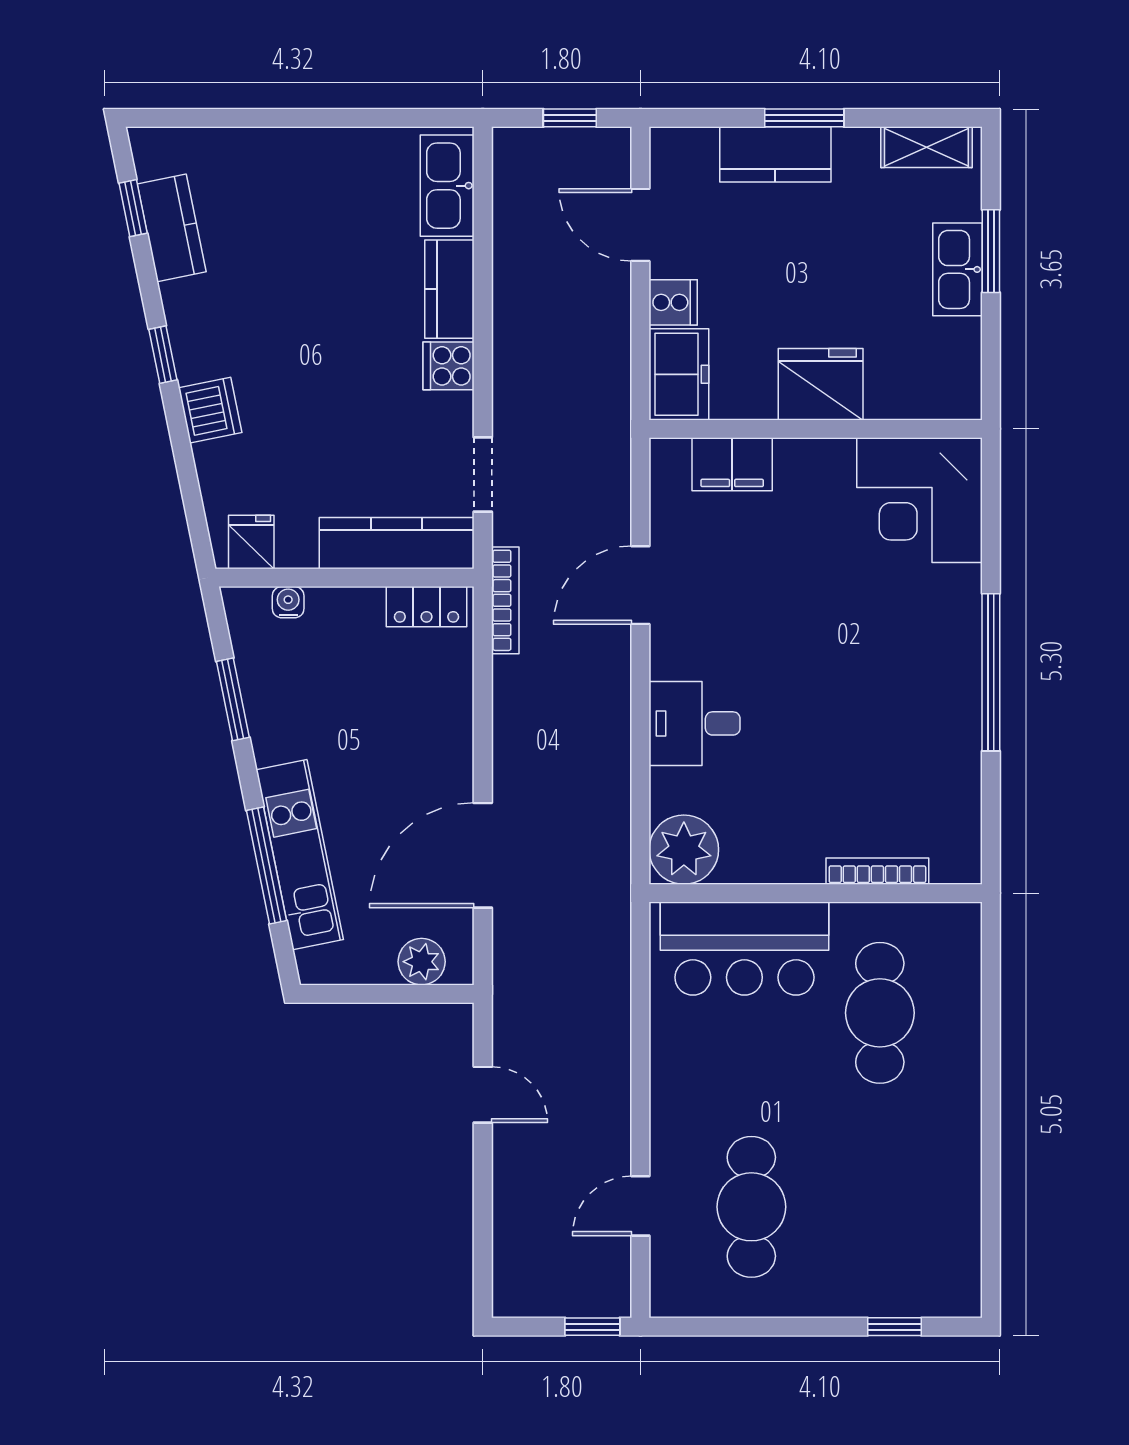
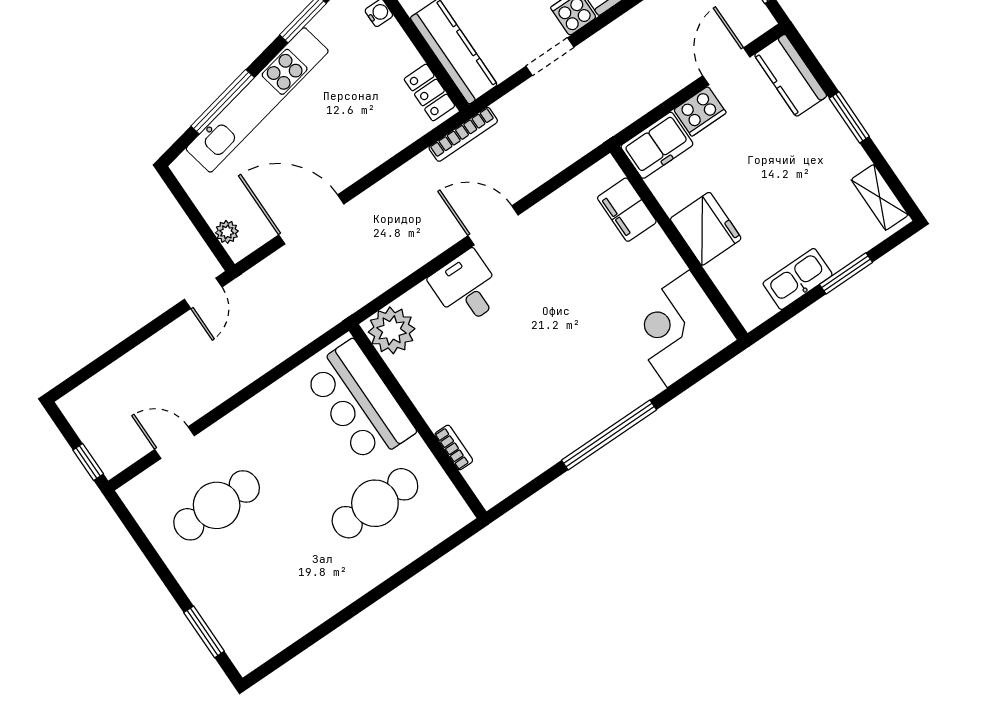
kitchen counter: (775, 154) -> (791, 75), moved
kitchen sink: (957, 269) -> (798, 279), moved
cooker: (673, 302) -> (700, 111), width x1.36
doorway: (483, 475) -> (550, 57), moved
door: (640, 585) -> (493, 225), moved
kitchen unit: (300, 855) -> (257, 100), width x1.36
bookcase: (877, 871) -> (454, 447), width x0.64
plant: (422, 962) -> (227, 232), width x0.73, depth x0.73
door: (483, 1095) -> (203, 293), moved
window: (895, 1327) -> (204, 632), width x1.50

